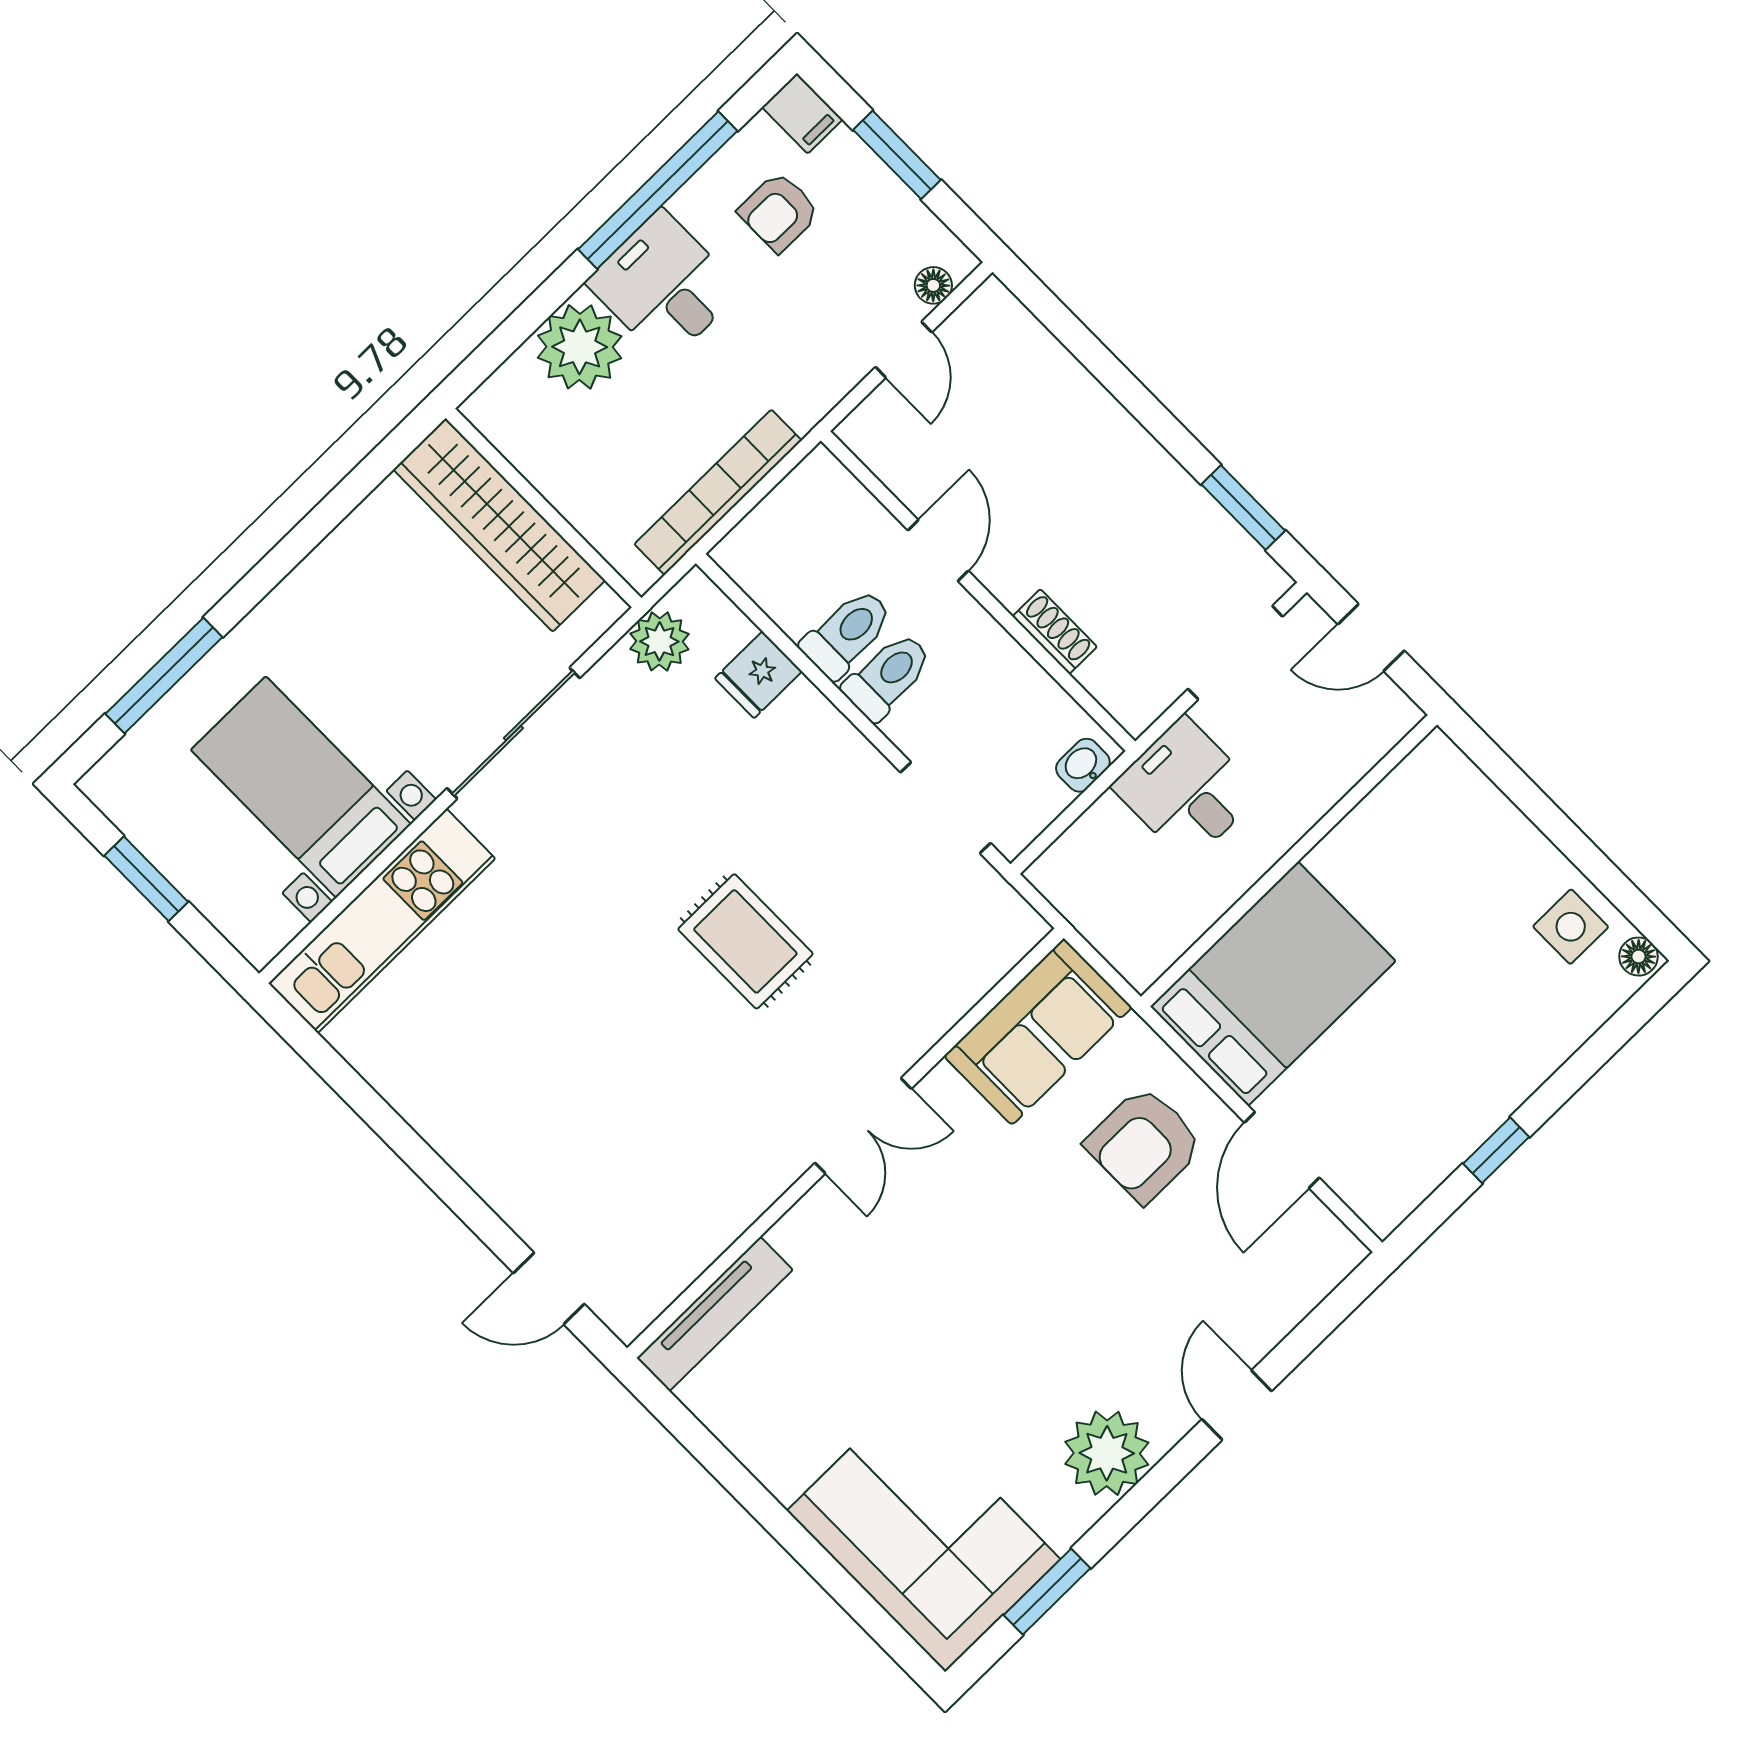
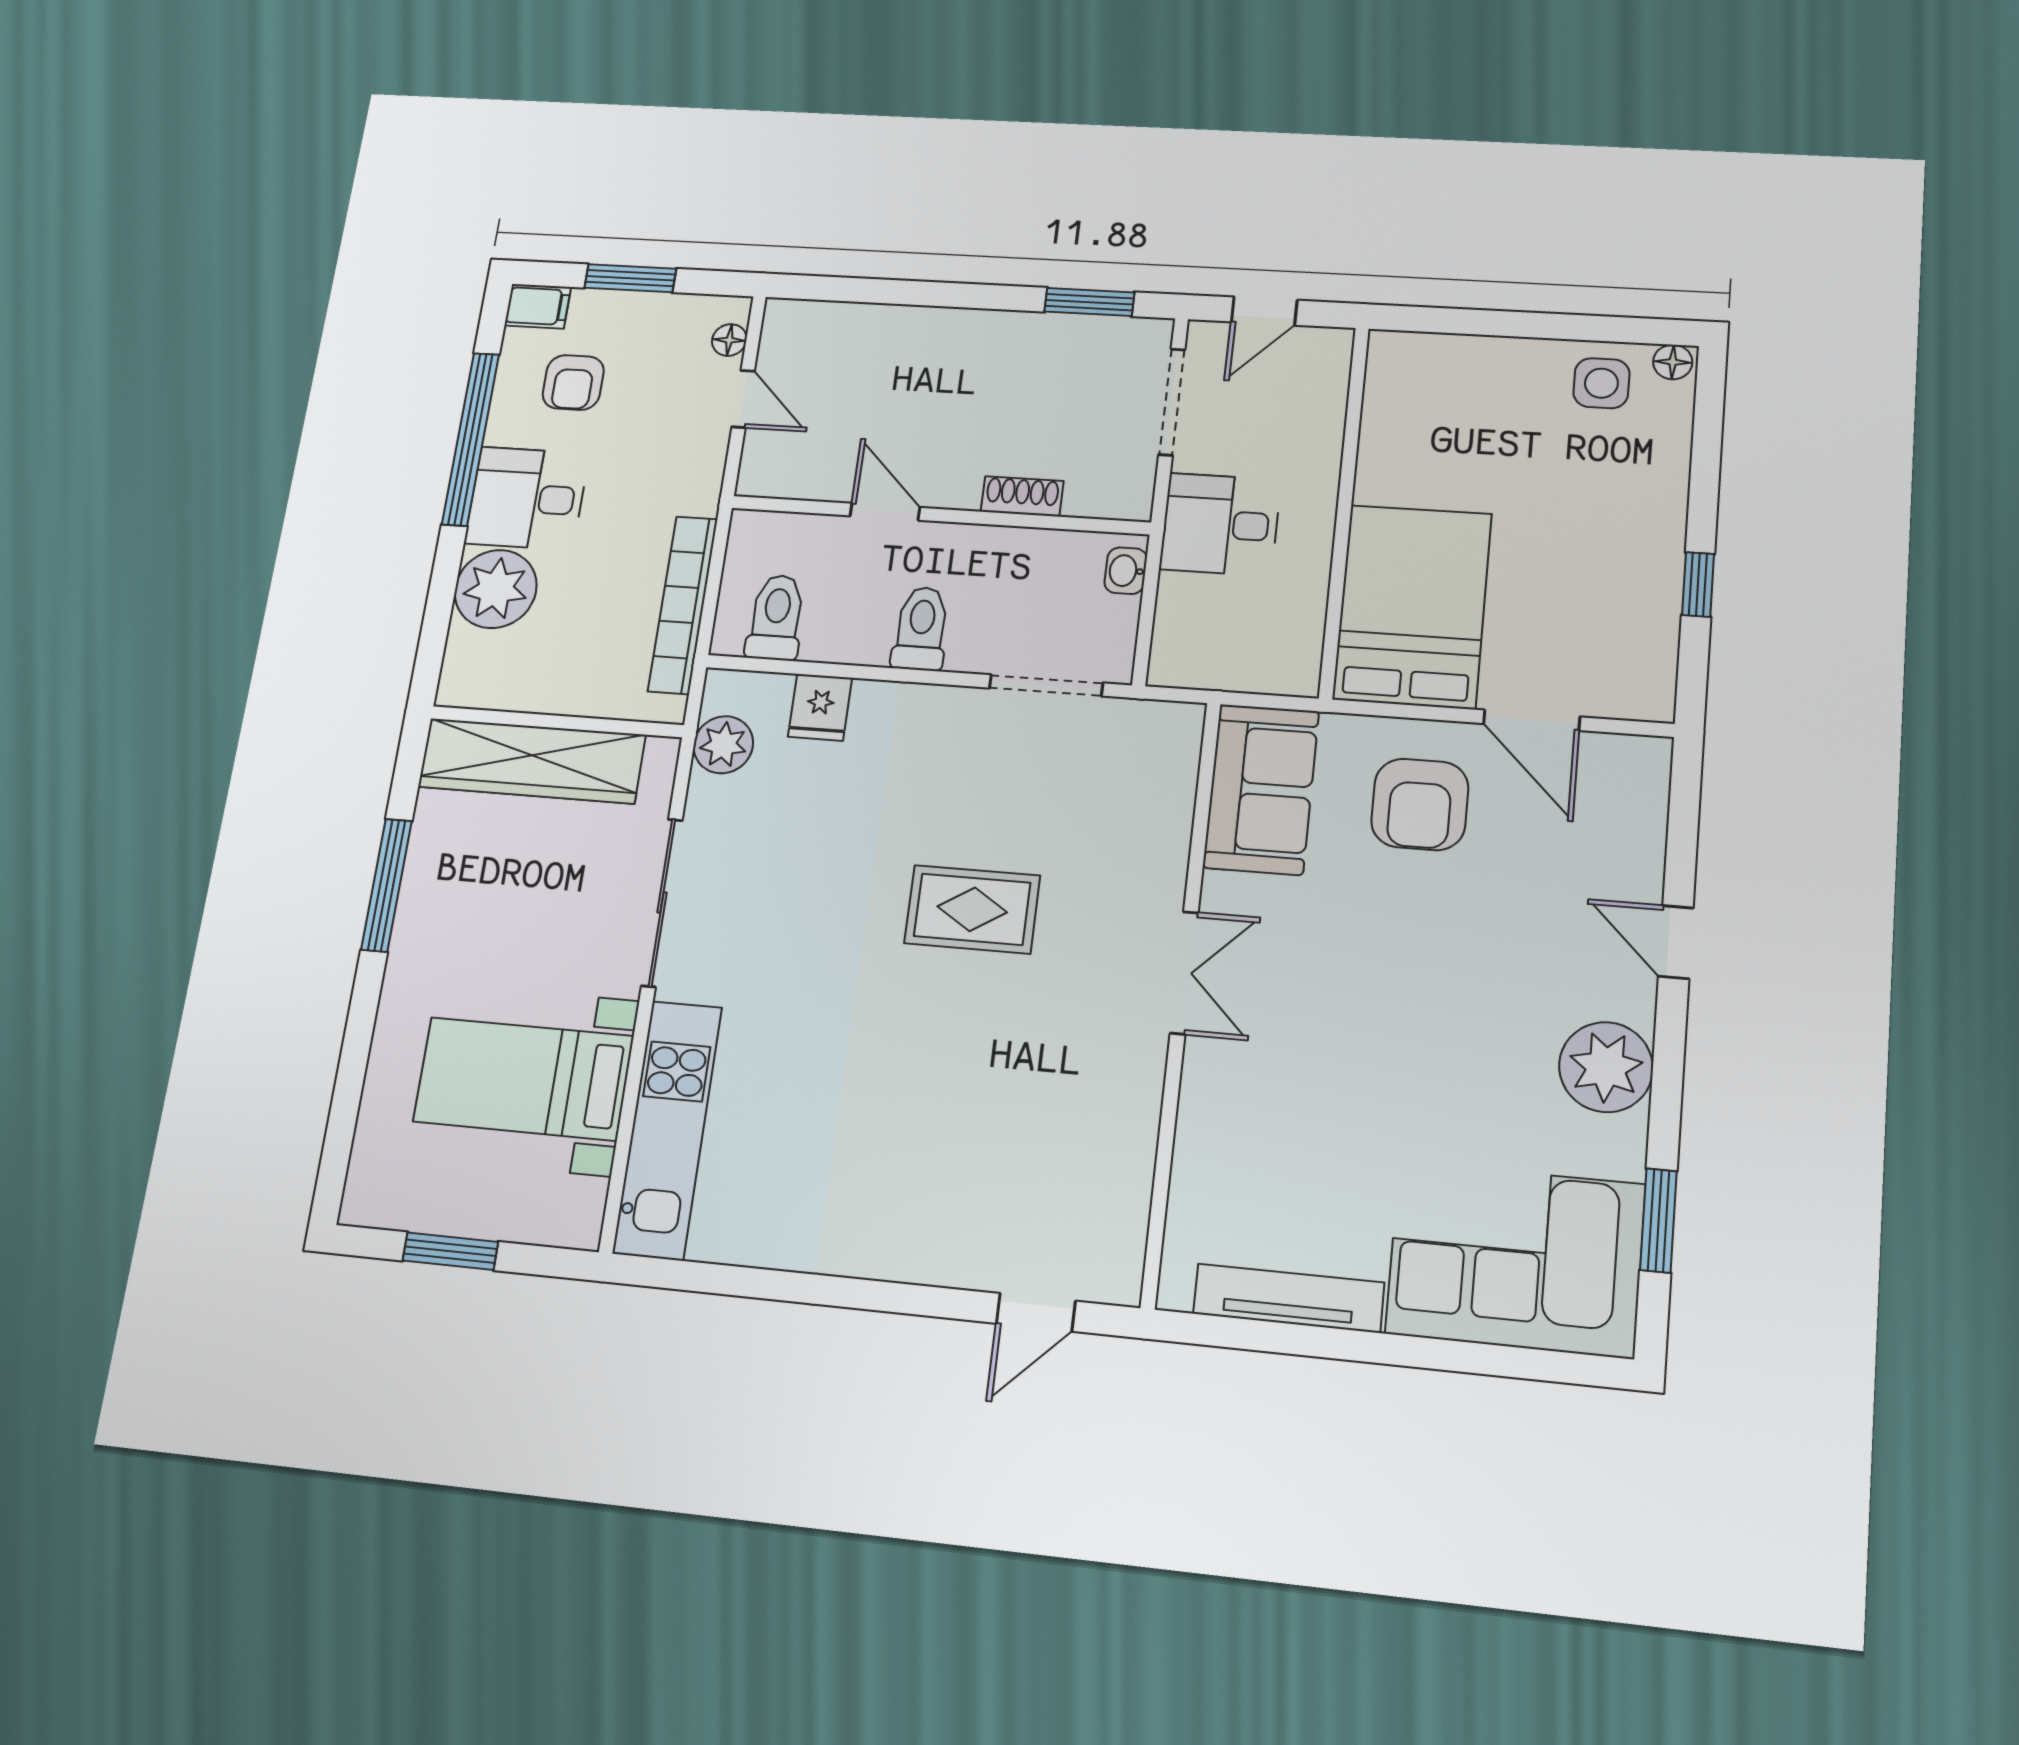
toilet: (847, 633) -> (776, 617), moved
window: (164, 675) -> (387, 885), moved
tv unit: (715, 1314) -> (1289, 1298), moved, turned -90

